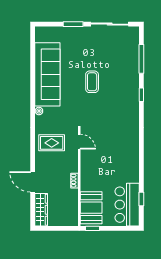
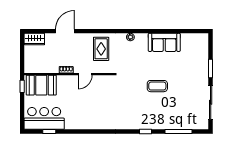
sofa: (47, 74) -> (164, 42), width x0.54, depth x0.79
door: (79, 142) -> (85, 74), moved
wardrobe: (41, 210) -> (34, 39), width x0.67

